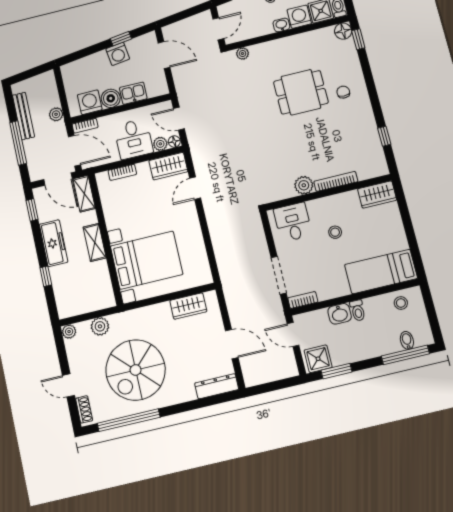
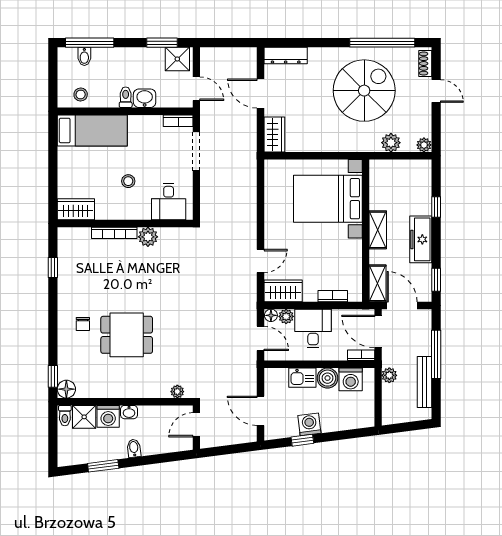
wardrobe: (188, 306) -> (274, 135), moved, turned 90

